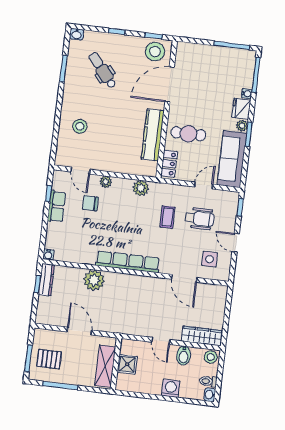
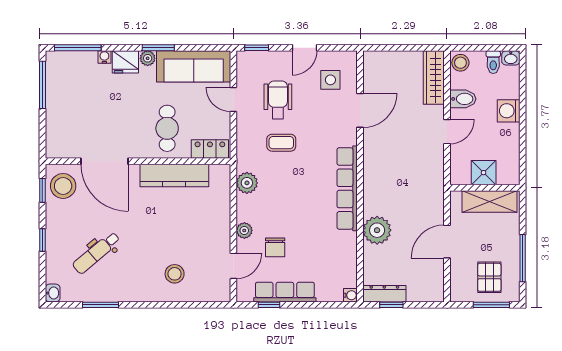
row of seats: (56, 206) -> (285, 292), width x1.48

